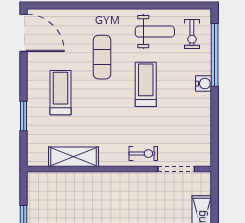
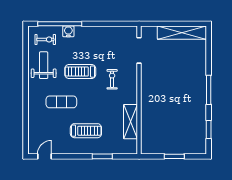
door: (24, 33) -> (44, 156), width x0.53
water cooler: (204, 84) -> (68, 31), moved
treadmill: (60, 93) -> (86, 131), turned 180
exercise bike: (143, 154) -> (112, 79), moved

